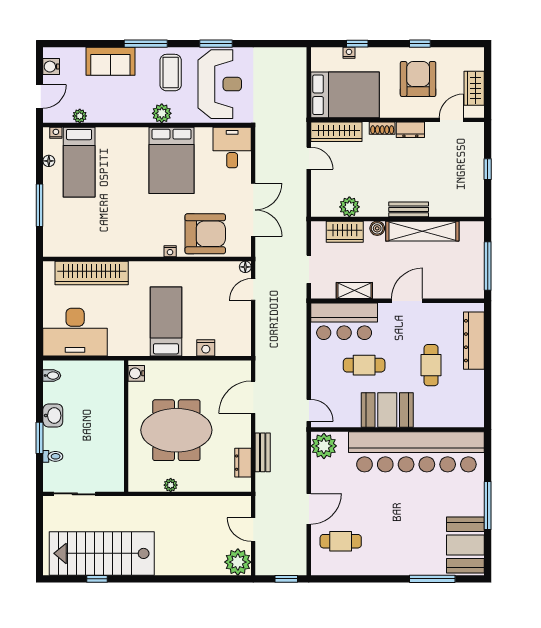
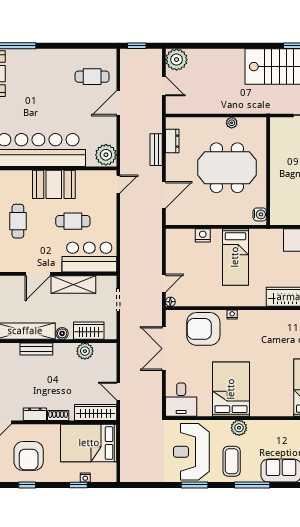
shelving: (354, 291) -> (73, 285), width x1.50, depth x1.33
door: (309, 410) -> (118, 184), swing flipped

